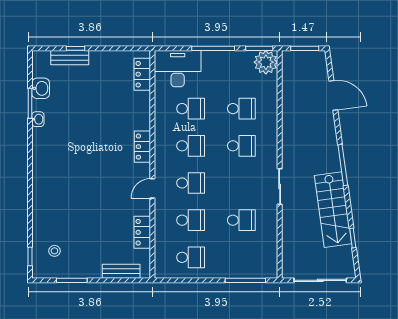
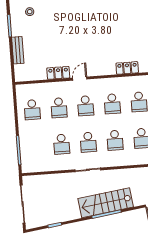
locker: (142, 147) -> (127, 68), moved
school desk: (241, 183) -> (88, 142), added
door: (152, 188) -> (80, 79), hinge flipped
stairs: (333, 210) -> (106, 203), moved
locker: (142, 232) -> (58, 73), moved
bench: (121, 271) -> (18, 50), moved

